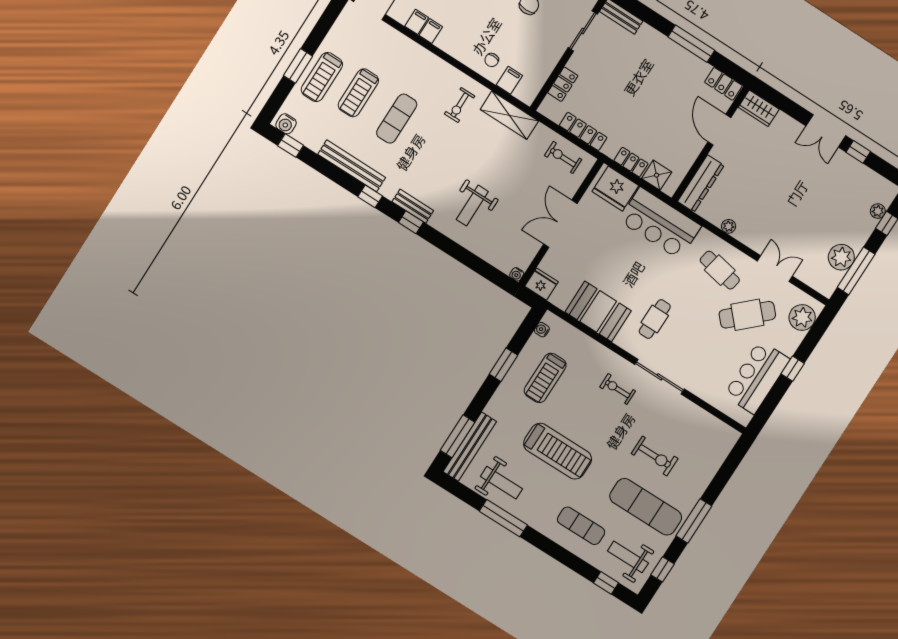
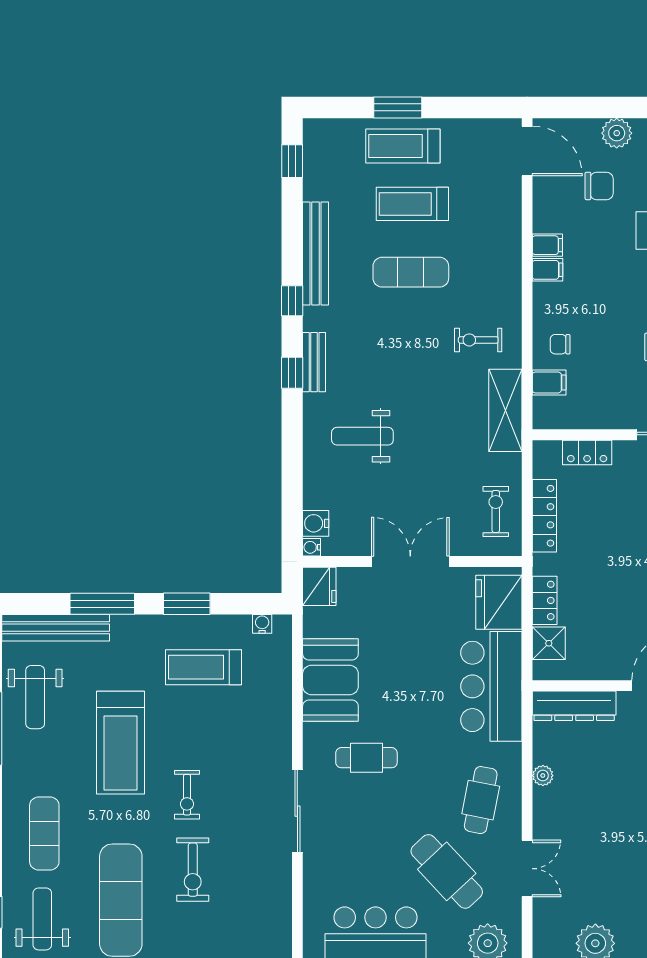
filing cabinet: (417, 22) -> (548, 270), moved
water cooler: (286, 124) -> (316, 523), moved
exercise bike: (618, 389) -> (187, 795), moved, turned 180
window: (457, 436) -> (102, 604), moved

